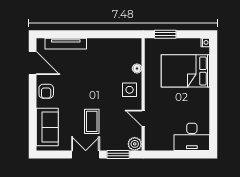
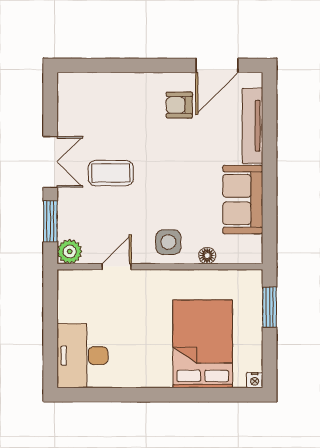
armchair: (46, 91) -> (179, 105), moved
sofa: (47, 127) -> (243, 200), moved, turned 90

